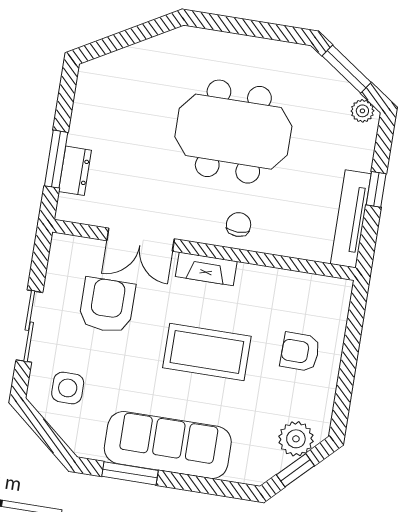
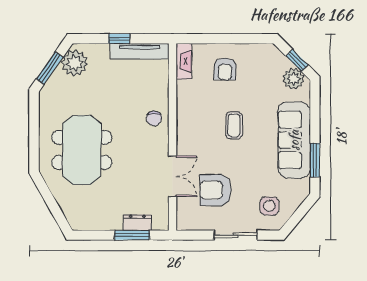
plant: (362, 111) -> (75, 63), width x1.88, depth x1.88
meeting table: (233, 132) -> (82, 150), moved
chair: (239, 225) -> (154, 118), turned -90
fireplace: (206, 269) -> (184, 61), moved
coffee table: (207, 352) -> (234, 125), width x0.54, depth x0.58
plant: (296, 439) -> (294, 79), moved

